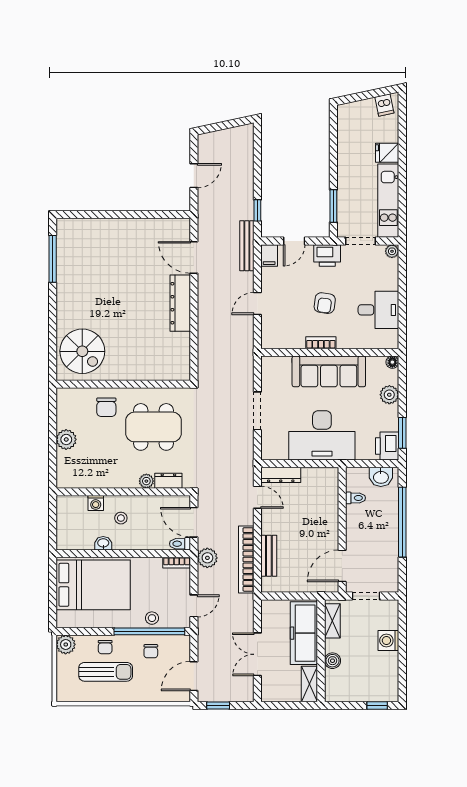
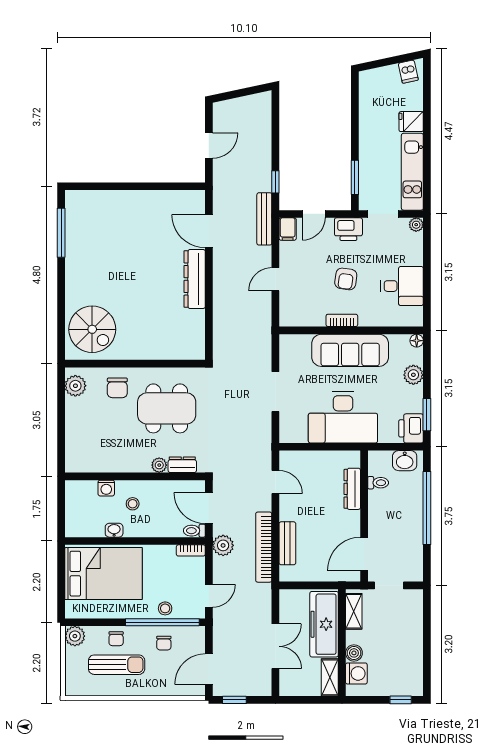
plant: (66, 439) -> (75, 386), moved
dresser: (281, 475) -> (352, 489), moved, turned 90
washing machine: (388, 641) -> (356, 673), moved, turned 180
double door: (257, 654) -> (275, 646), swing flipped

